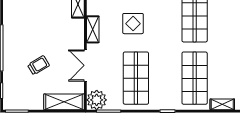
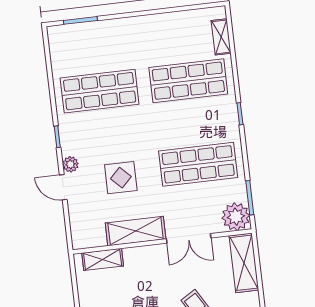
shelving: (93, 29) -> (136, 231), width x1.50, depth x1.33

